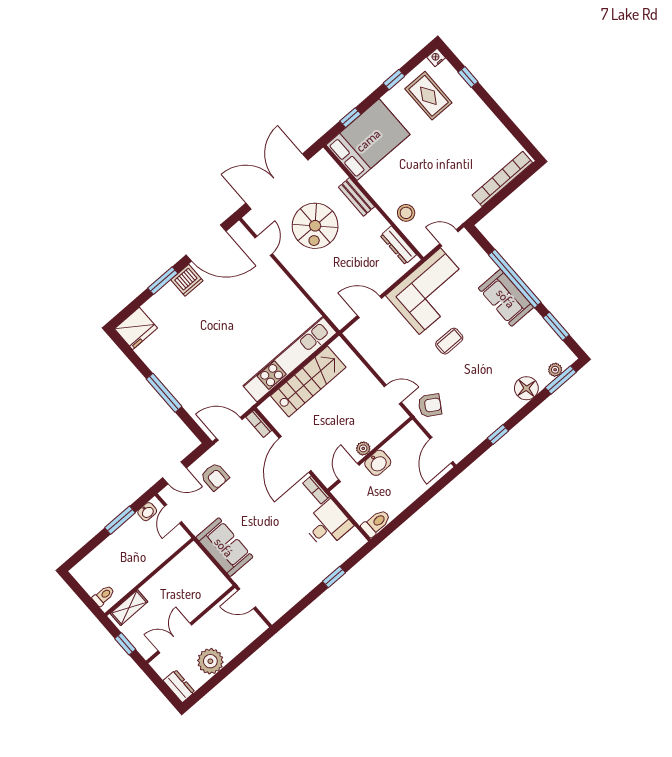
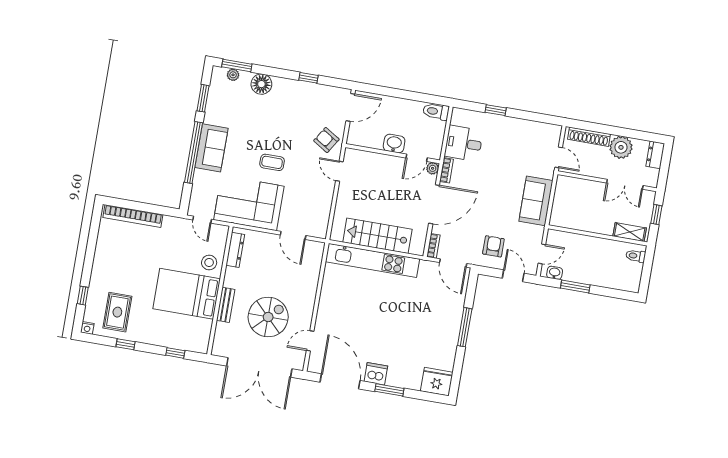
bed: (368, 140) -> (187, 294), moved
plant: (363, 448) -> (433, 168), moved
shoe rack: (243, 641) -> (589, 137), added

